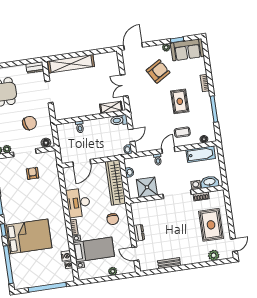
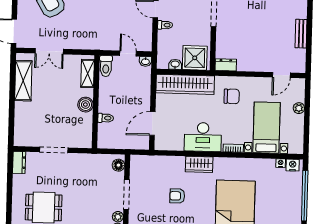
shelving: (71, 64) -> (23, 81), moved, width x0.68
double door: (124, 85) -> (49, 51), moved
boiler: (87, 110) -> (85, 105), added
chair: (29, 123) -> (89, 182), removed
door: (82, 163) -> (152, 124), swing flipped
armchair: (33, 173) -> (177, 196), moved
shower: (147, 187) -> (195, 58), moved
wardrobe: (57, 204) -> (199, 164), added
dresser: (139, 233) -> (226, 65), moved
nightstand: (66, 256) -> (293, 165), moved

